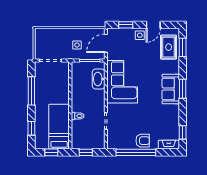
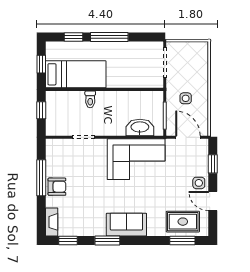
window: (183, 89) -> (107, 240), moved
window: (31, 91) -> (109, 37), moved
armchair: (143, 141) -> (57, 187), turned -90
window: (136, 152) -> (41, 178), width x0.68

